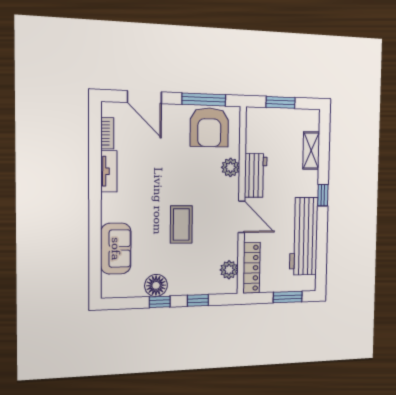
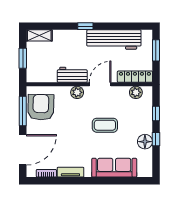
door: (145, 97) -> (23, 150), width x1.36
armchair: (209, 127) -> (41, 107), turned -89
shelving: (311, 151) -> (39, 35), moved
plant: (230, 167) -> (77, 92), moved
sofa: (116, 249) -> (114, 168), width x1.36

